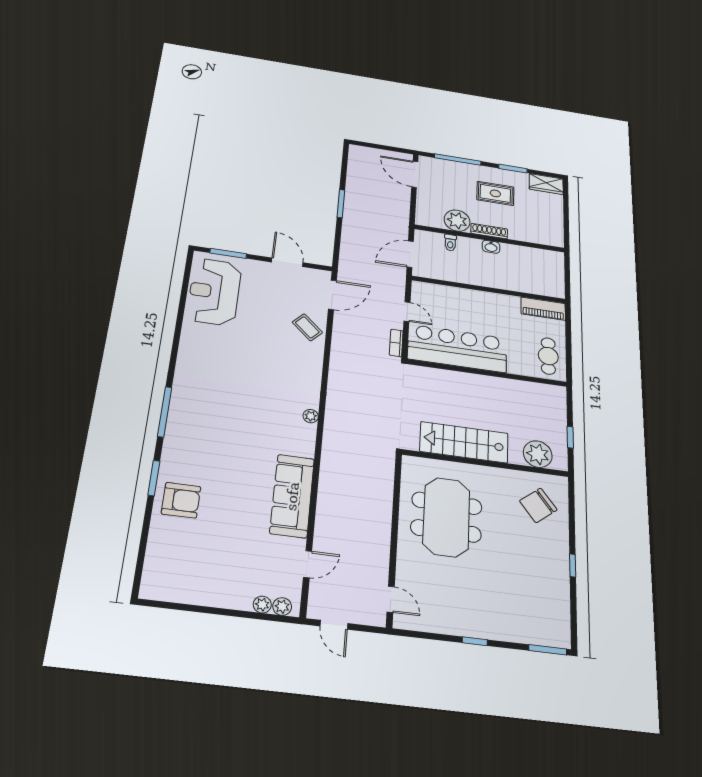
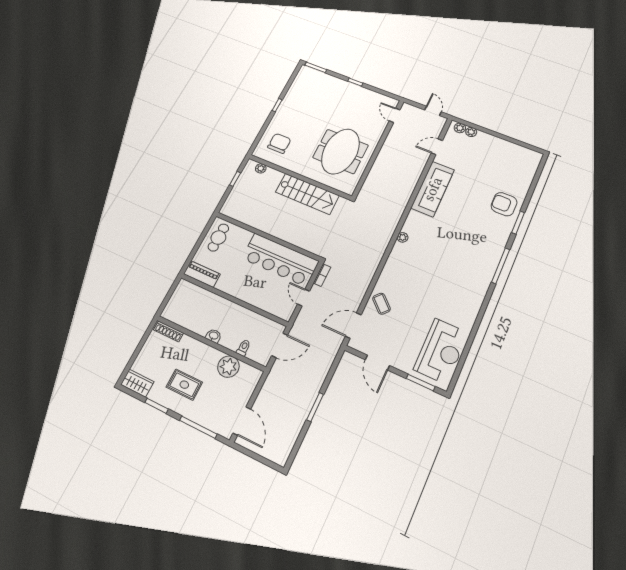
shoe rack: (489, 231) -> (169, 331), moved
plant: (538, 454) -> (261, 168), width x0.53, depth x0.53
chair: (538, 505) -> (279, 143), turned -52

